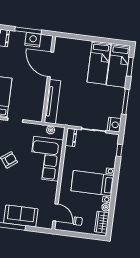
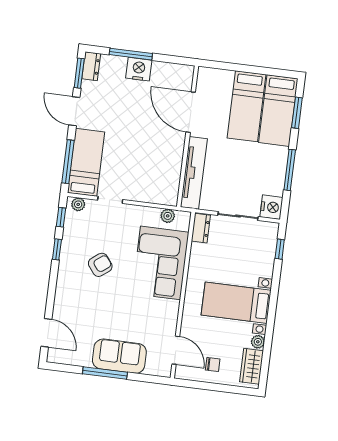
door: (51, 64) -> (191, 112), moved
wall: (49, 79) -> (188, 136), moved
tv unit: (52, 102) -> (194, 173), moved

